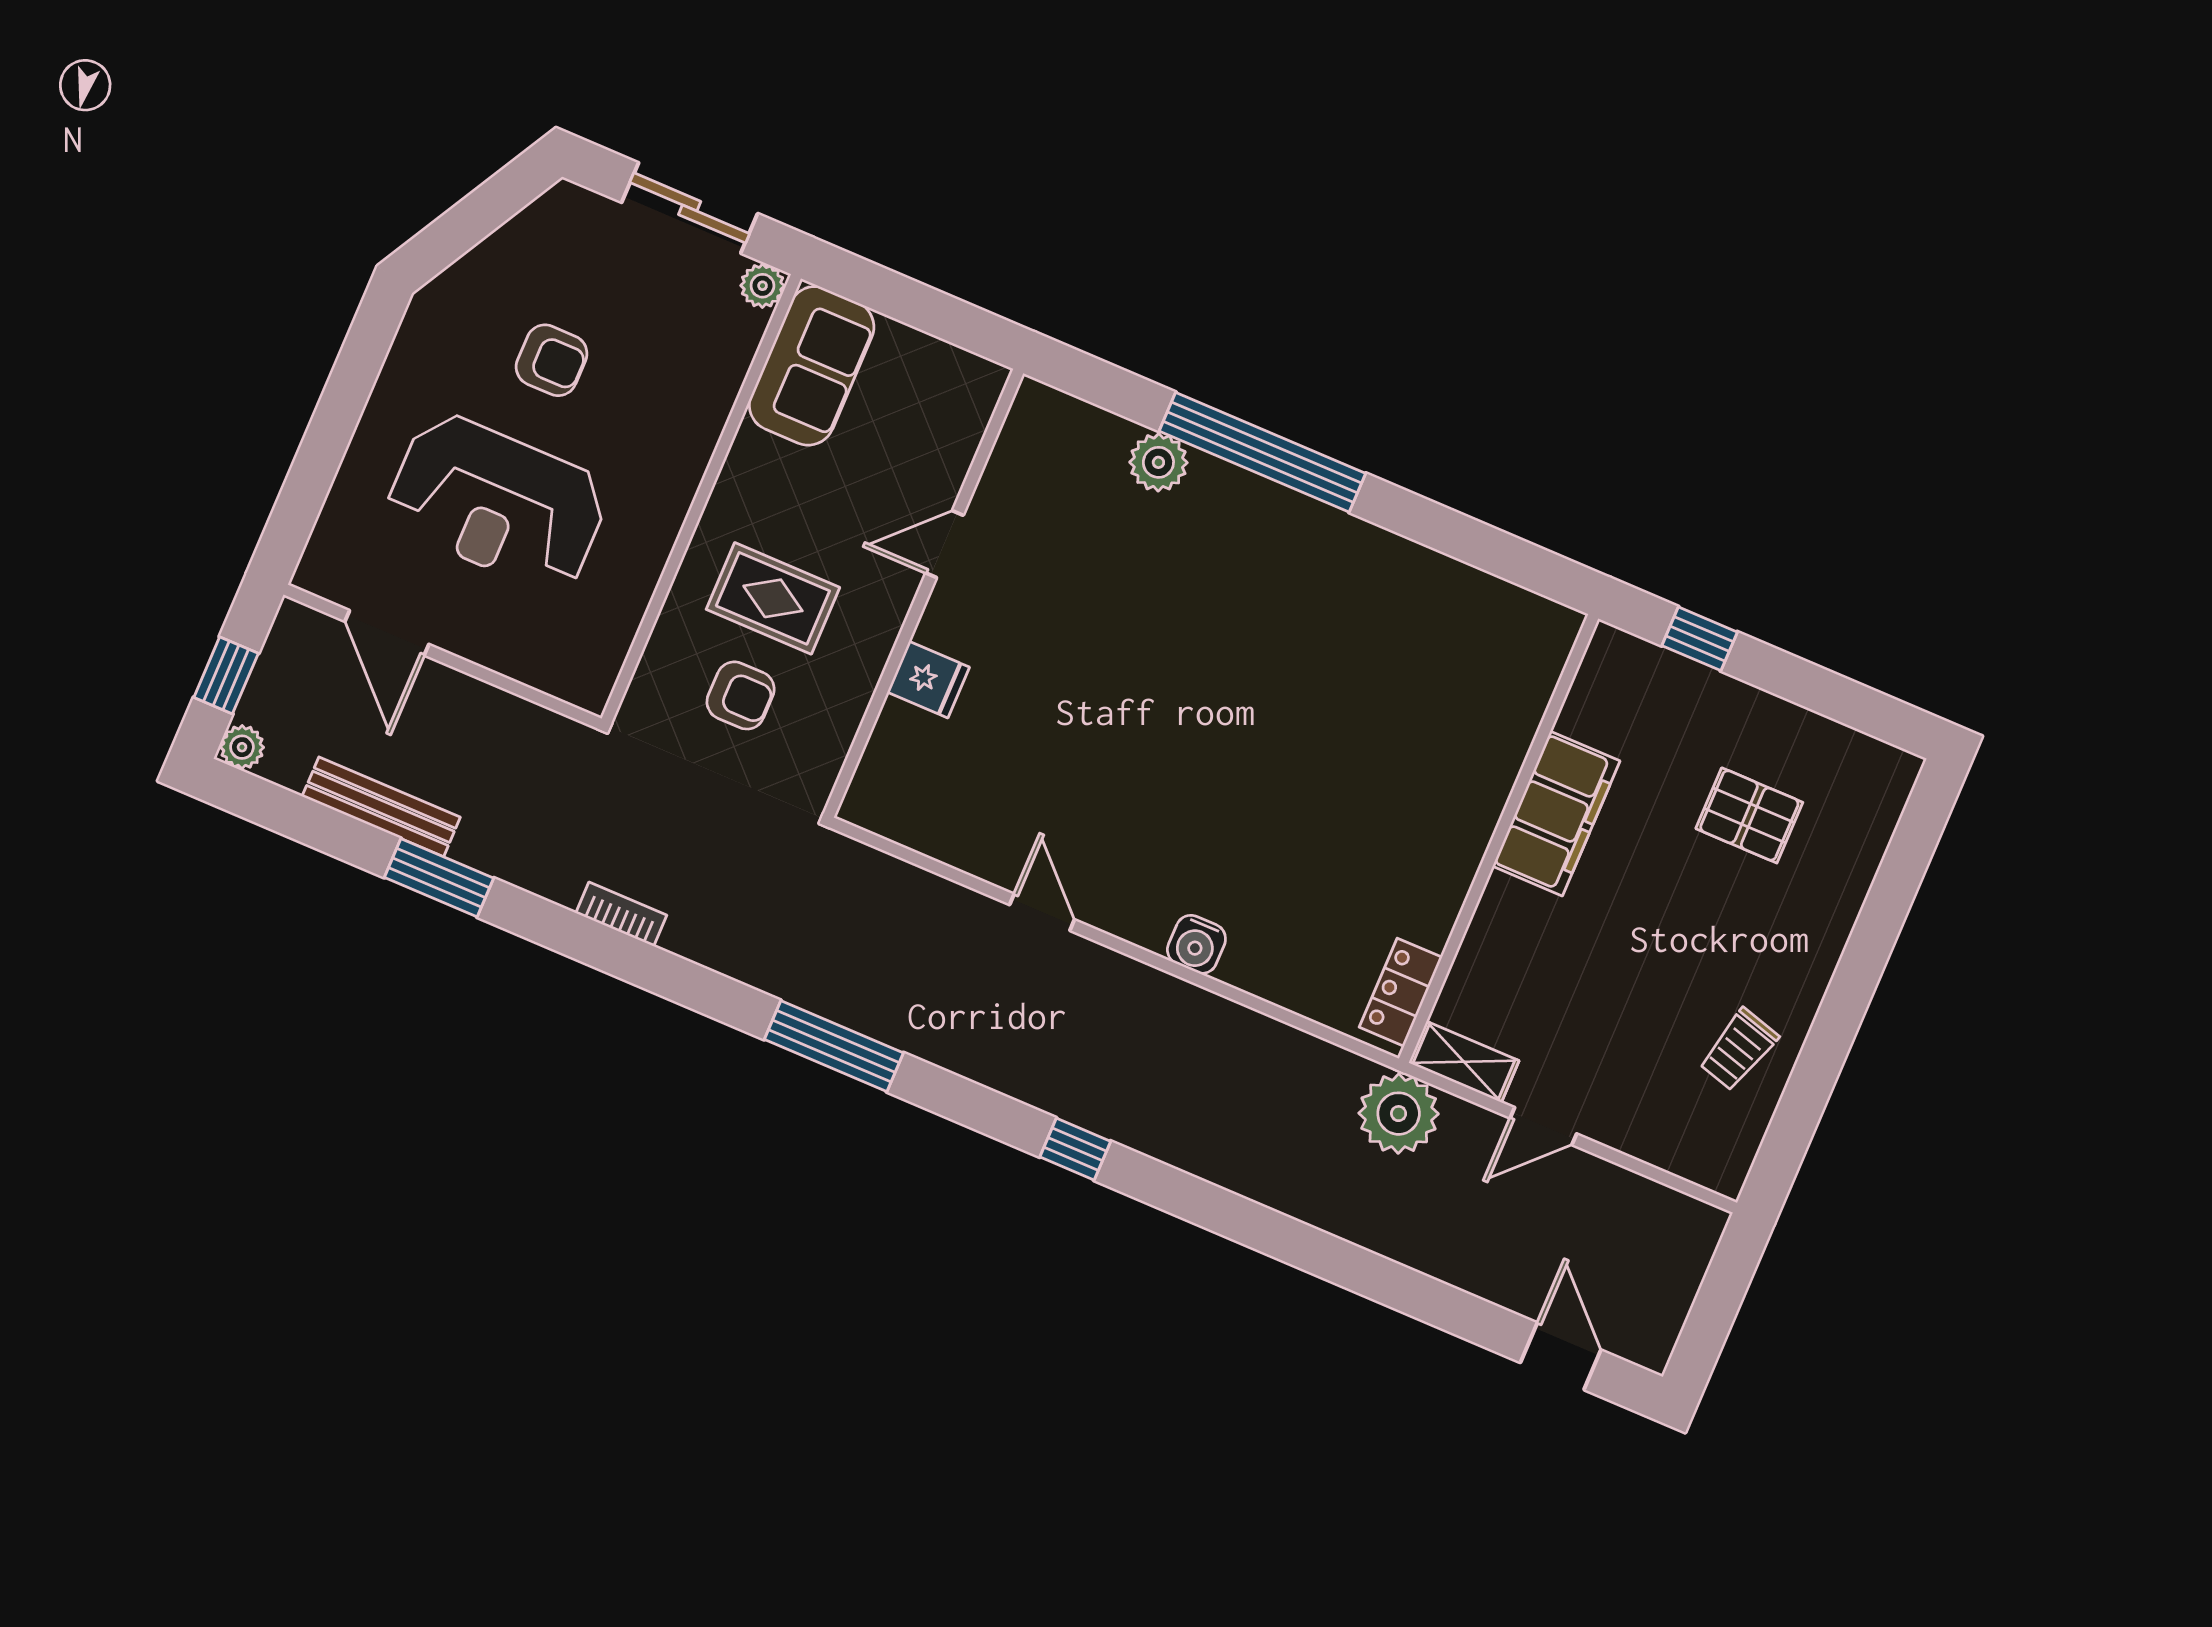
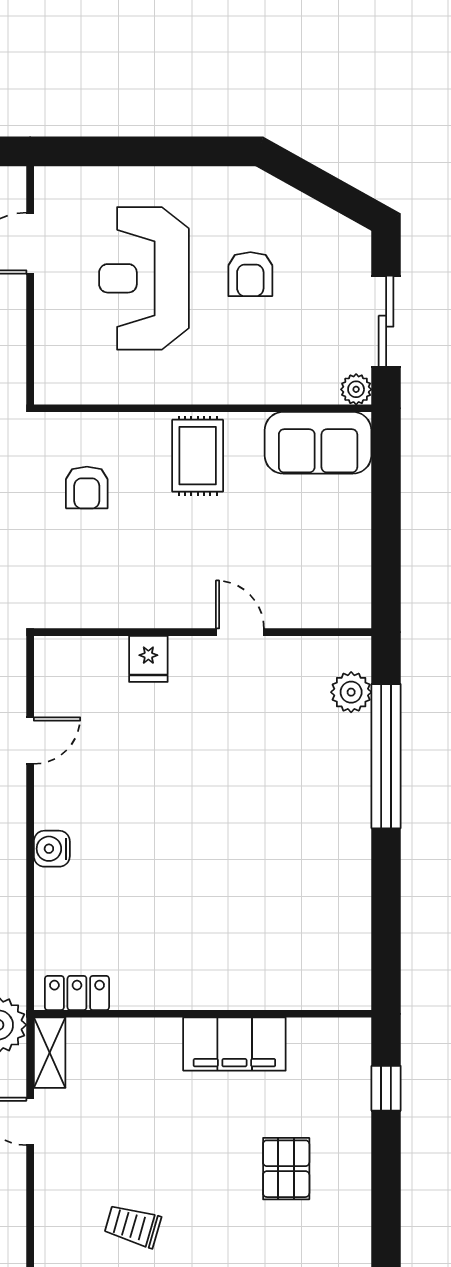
door: (945, 544) -> (240, 632), moved
wall: (924, 593) -> (203, 632), moved
rug: (773, 598) -> (198, 456), moved
fridge: (928, 680) -> (148, 659), moved

